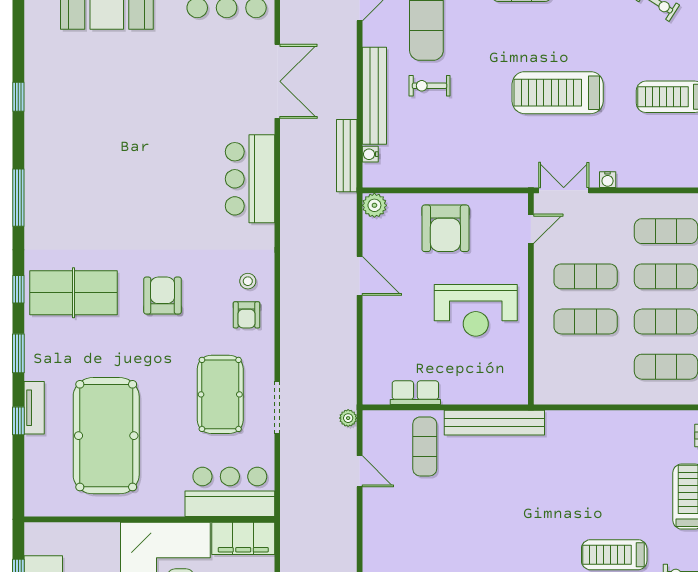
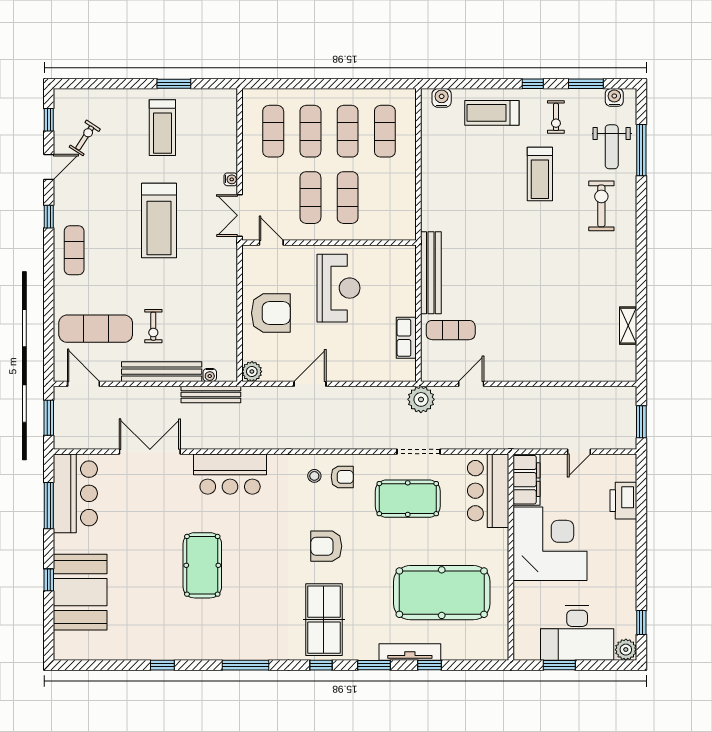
pool table: (139, 145) -> (202, 565), added
tv unit: (34, 408) -> (410, 652), width x1.41
plant: (348, 418) -> (421, 399), width x1.87, depth x1.87

